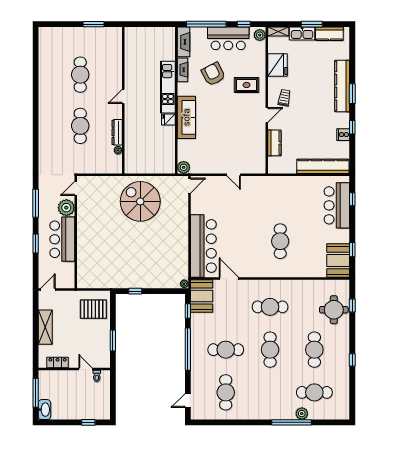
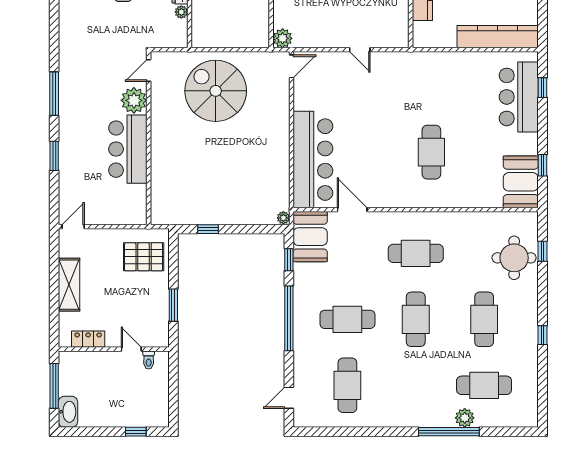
door: (76, 188) -> (149, 71), moved
plant: (66, 208) -> (134, 100), moved
wall: (76, 232) -> (149, 138), moved
bar counter: (62, 239) -> (128, 149), moved

